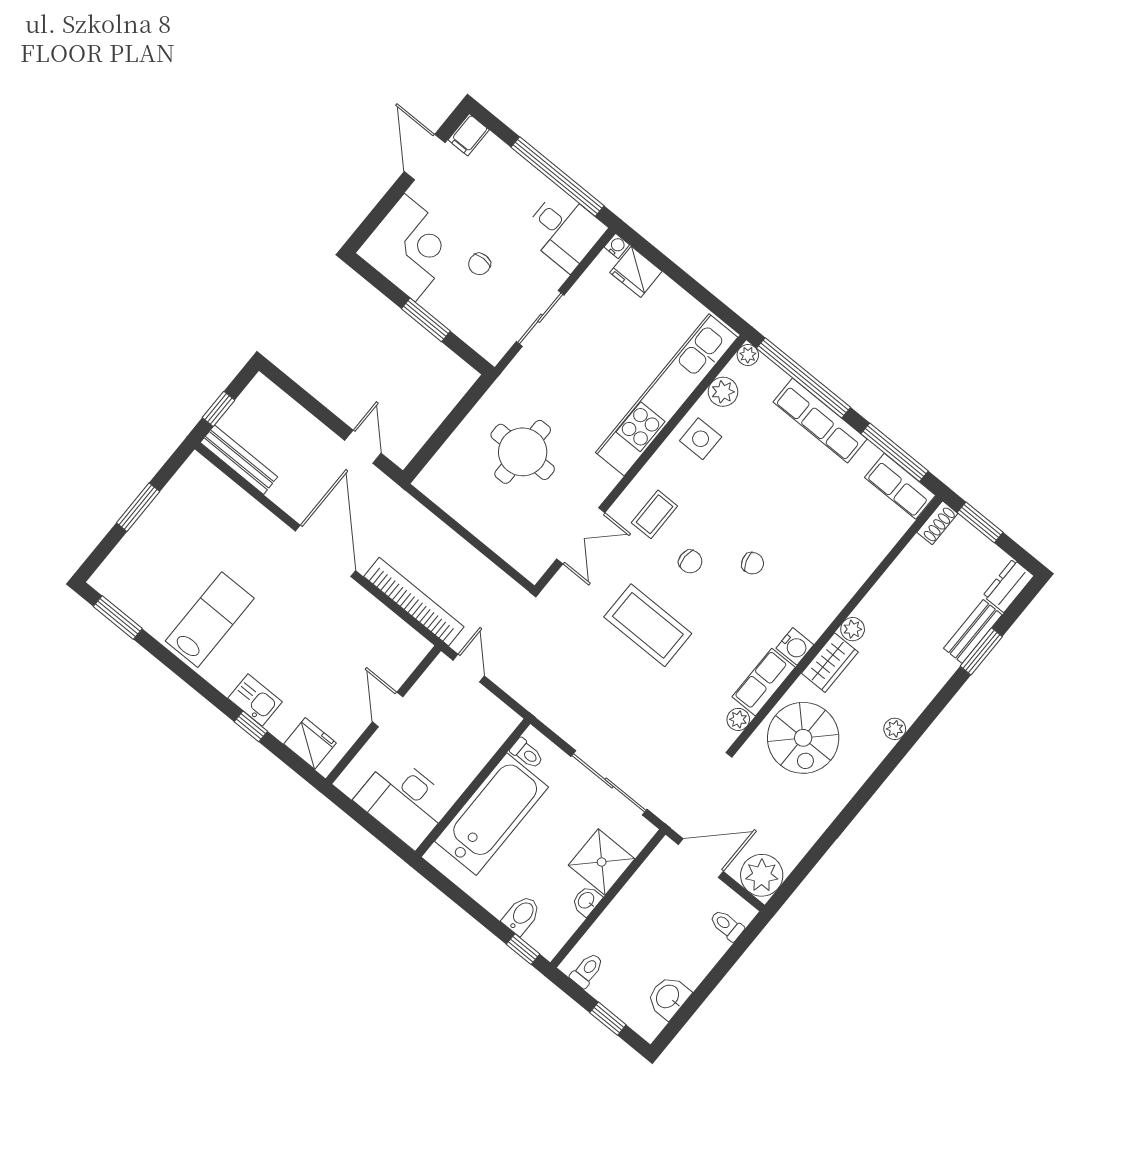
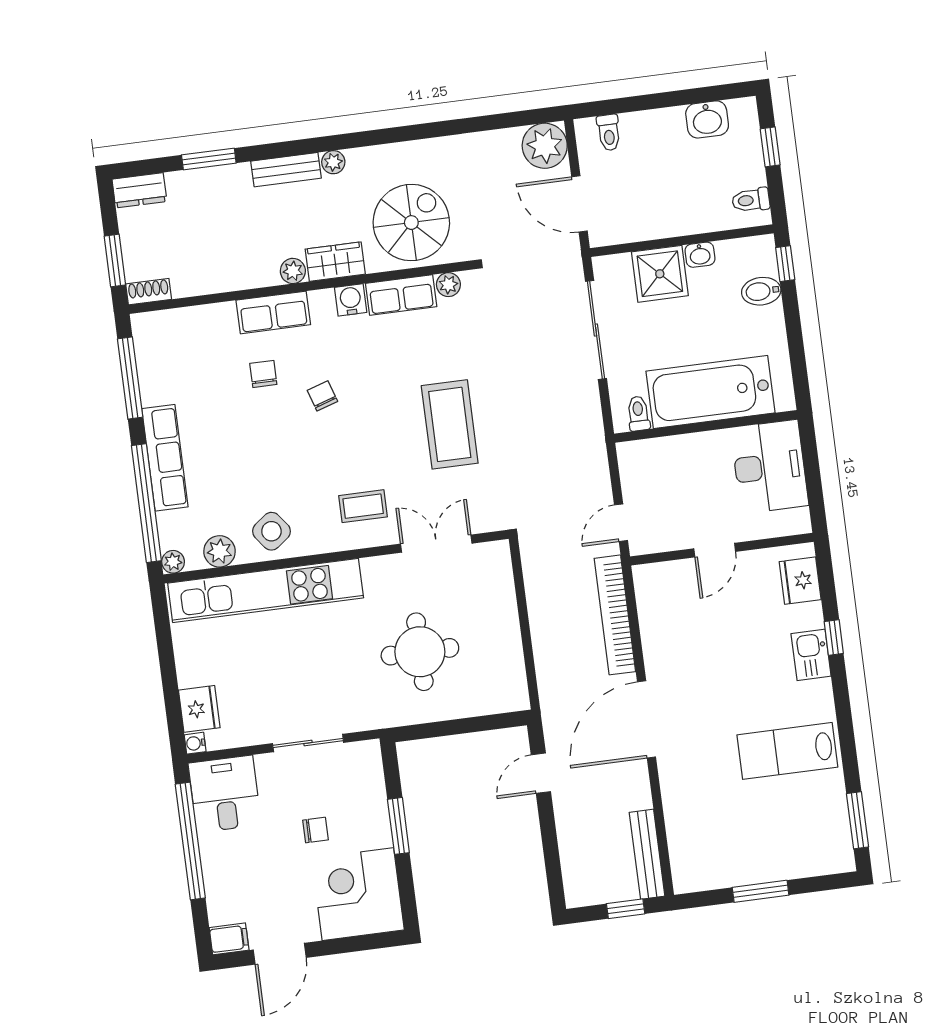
side table: (701, 439) -> (271, 531), turned -37
row of seats: (900, 486) -> (273, 312), moved, turned 90
chair: (690, 562) -> (263, 374), moved
bench: (973, 632) -> (286, 170), moved

